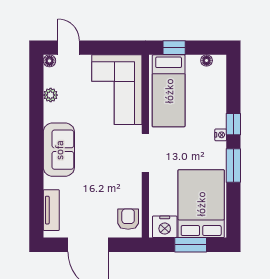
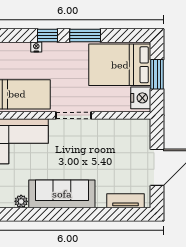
nightstand: (221, 135) -> (36, 47), moved
sofa: (59, 150) -> (62, 194), width x1.36
armchair: (128, 219) -> (134, 131), removed

